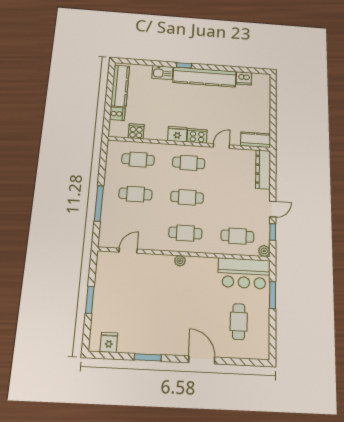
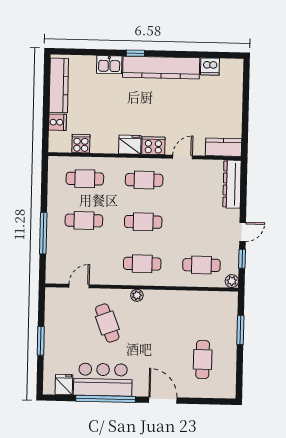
bar counter: (244, 273) -> (103, 380), moved, turned 180
cafe table: (152, 285) -> (107, 323), added
window: (148, 357) -> (106, 399), width x2.11

